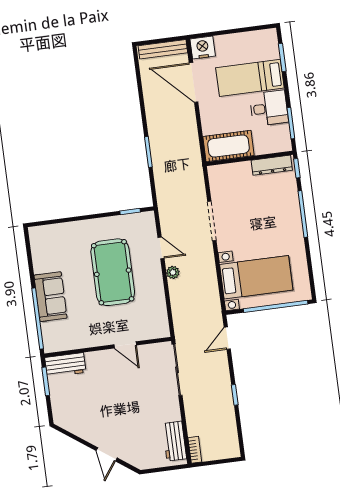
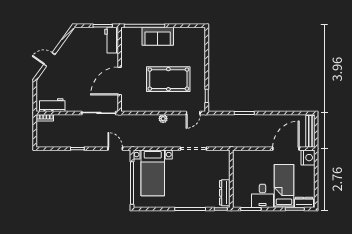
dresser: (270, 45) -> (304, 202), added
cot: (228, 146) -> (241, 166), removed
door: (161, 248) -> (193, 113), moved
door: (125, 345) -> (120, 81), width x1.87

